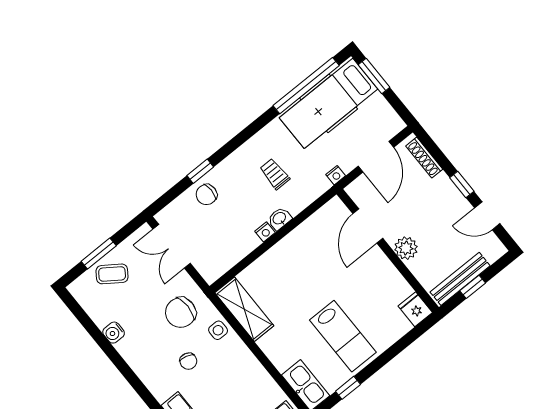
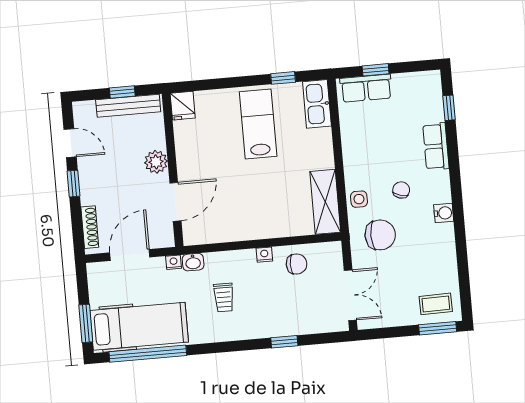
chair: (206, 195) -> (297, 264), moved
washbasin: (280, 219) -> (193, 262), moved
window: (99, 254) -> (438, 328), moved
coffee table: (112, 274) -> (436, 304), moved, turned -36
water cooler: (114, 333) -> (444, 213), moved

